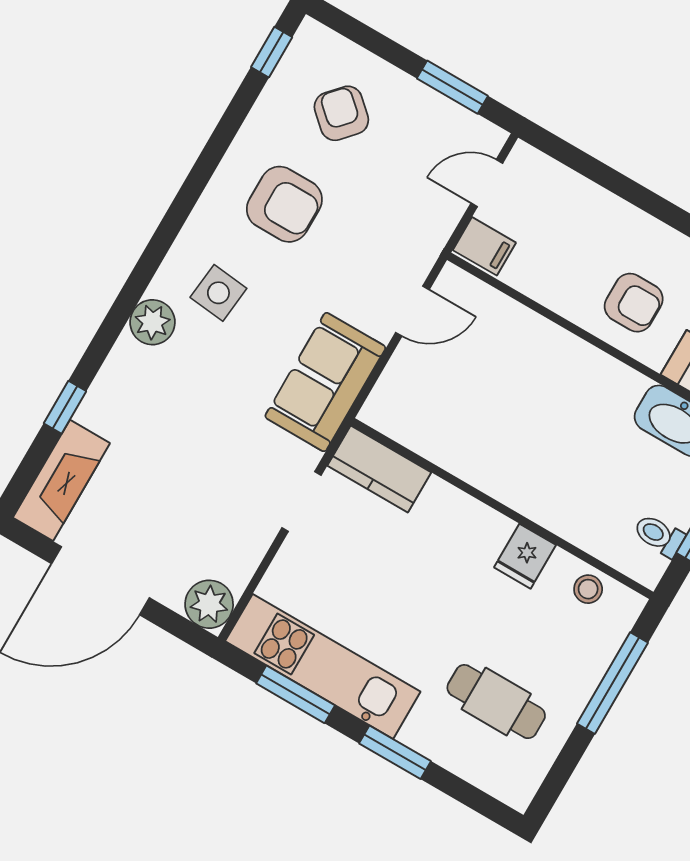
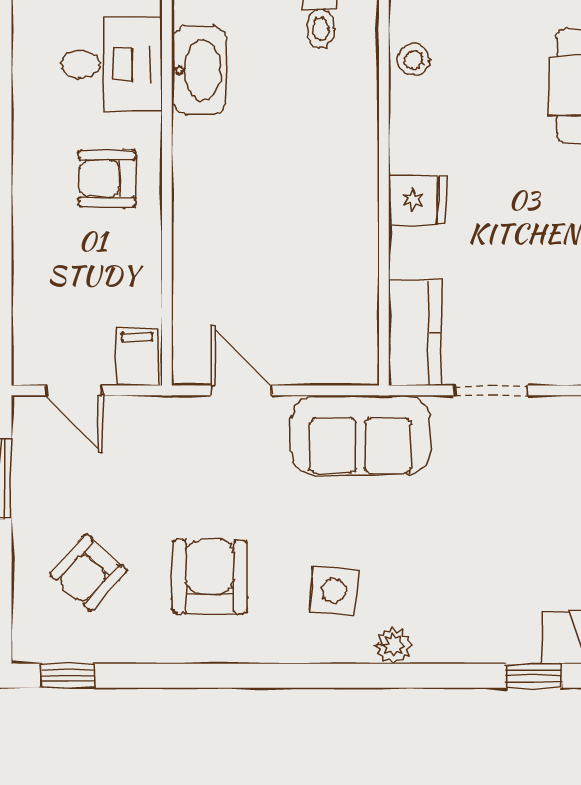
armchair: (634, 303) -> (107, 179), turned -90
plant: (152, 322) -> (393, 645), width x0.73, depth x0.73
fridge: (525, 556) -> (417, 200), moved

